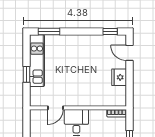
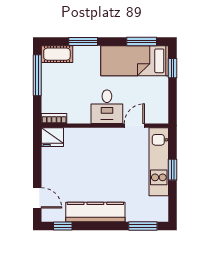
kitchen counter: (85, 42) -> (95, 212), added
kitchen unit: (37, 61) -> (159, 162), moved
fridge: (119, 77) -> (52, 137), moved, turned 90

